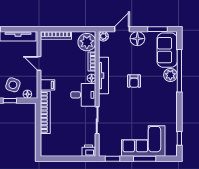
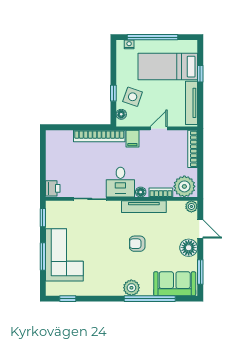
plant: (170, 75) -> (131, 288), moved

